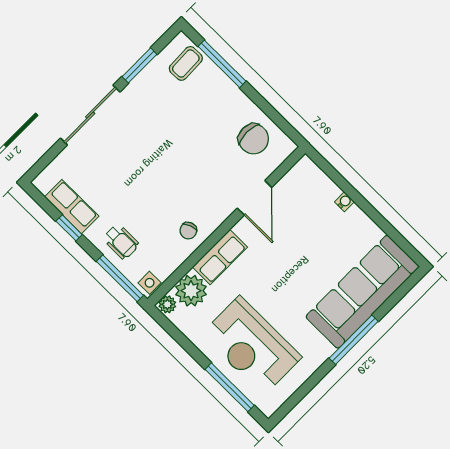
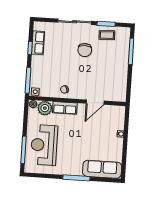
coffee table: (186, 63) -> (107, 35), moved
chair: (253, 139) -> (85, 50), moved
wheelchair: (121, 242) -> (41, 70), removed
sofa: (362, 292) -> (102, 169), width x0.74, depth x0.79

